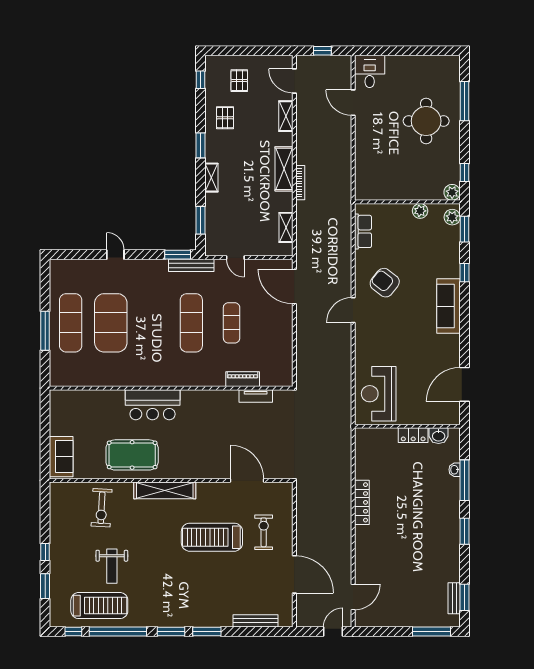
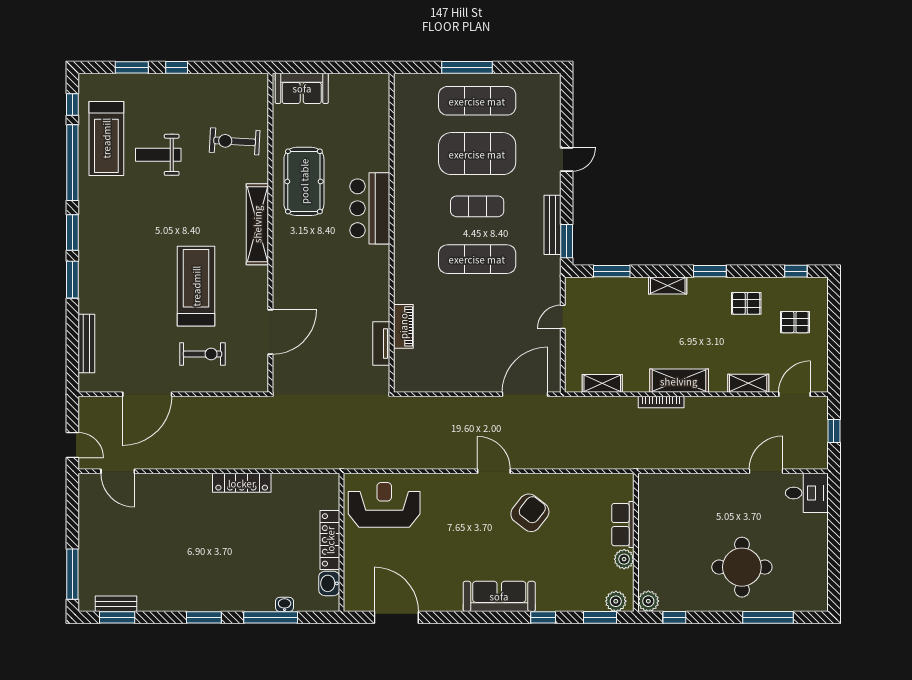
row of seats: (363, 231) -> (623, 525), moved, turned 90
bench: (191, 265) -> (553, 225), moved
exercise mat: (232, 323) -> (477, 206), moved
locker: (413, 435) -> (330, 540), width x1.53

